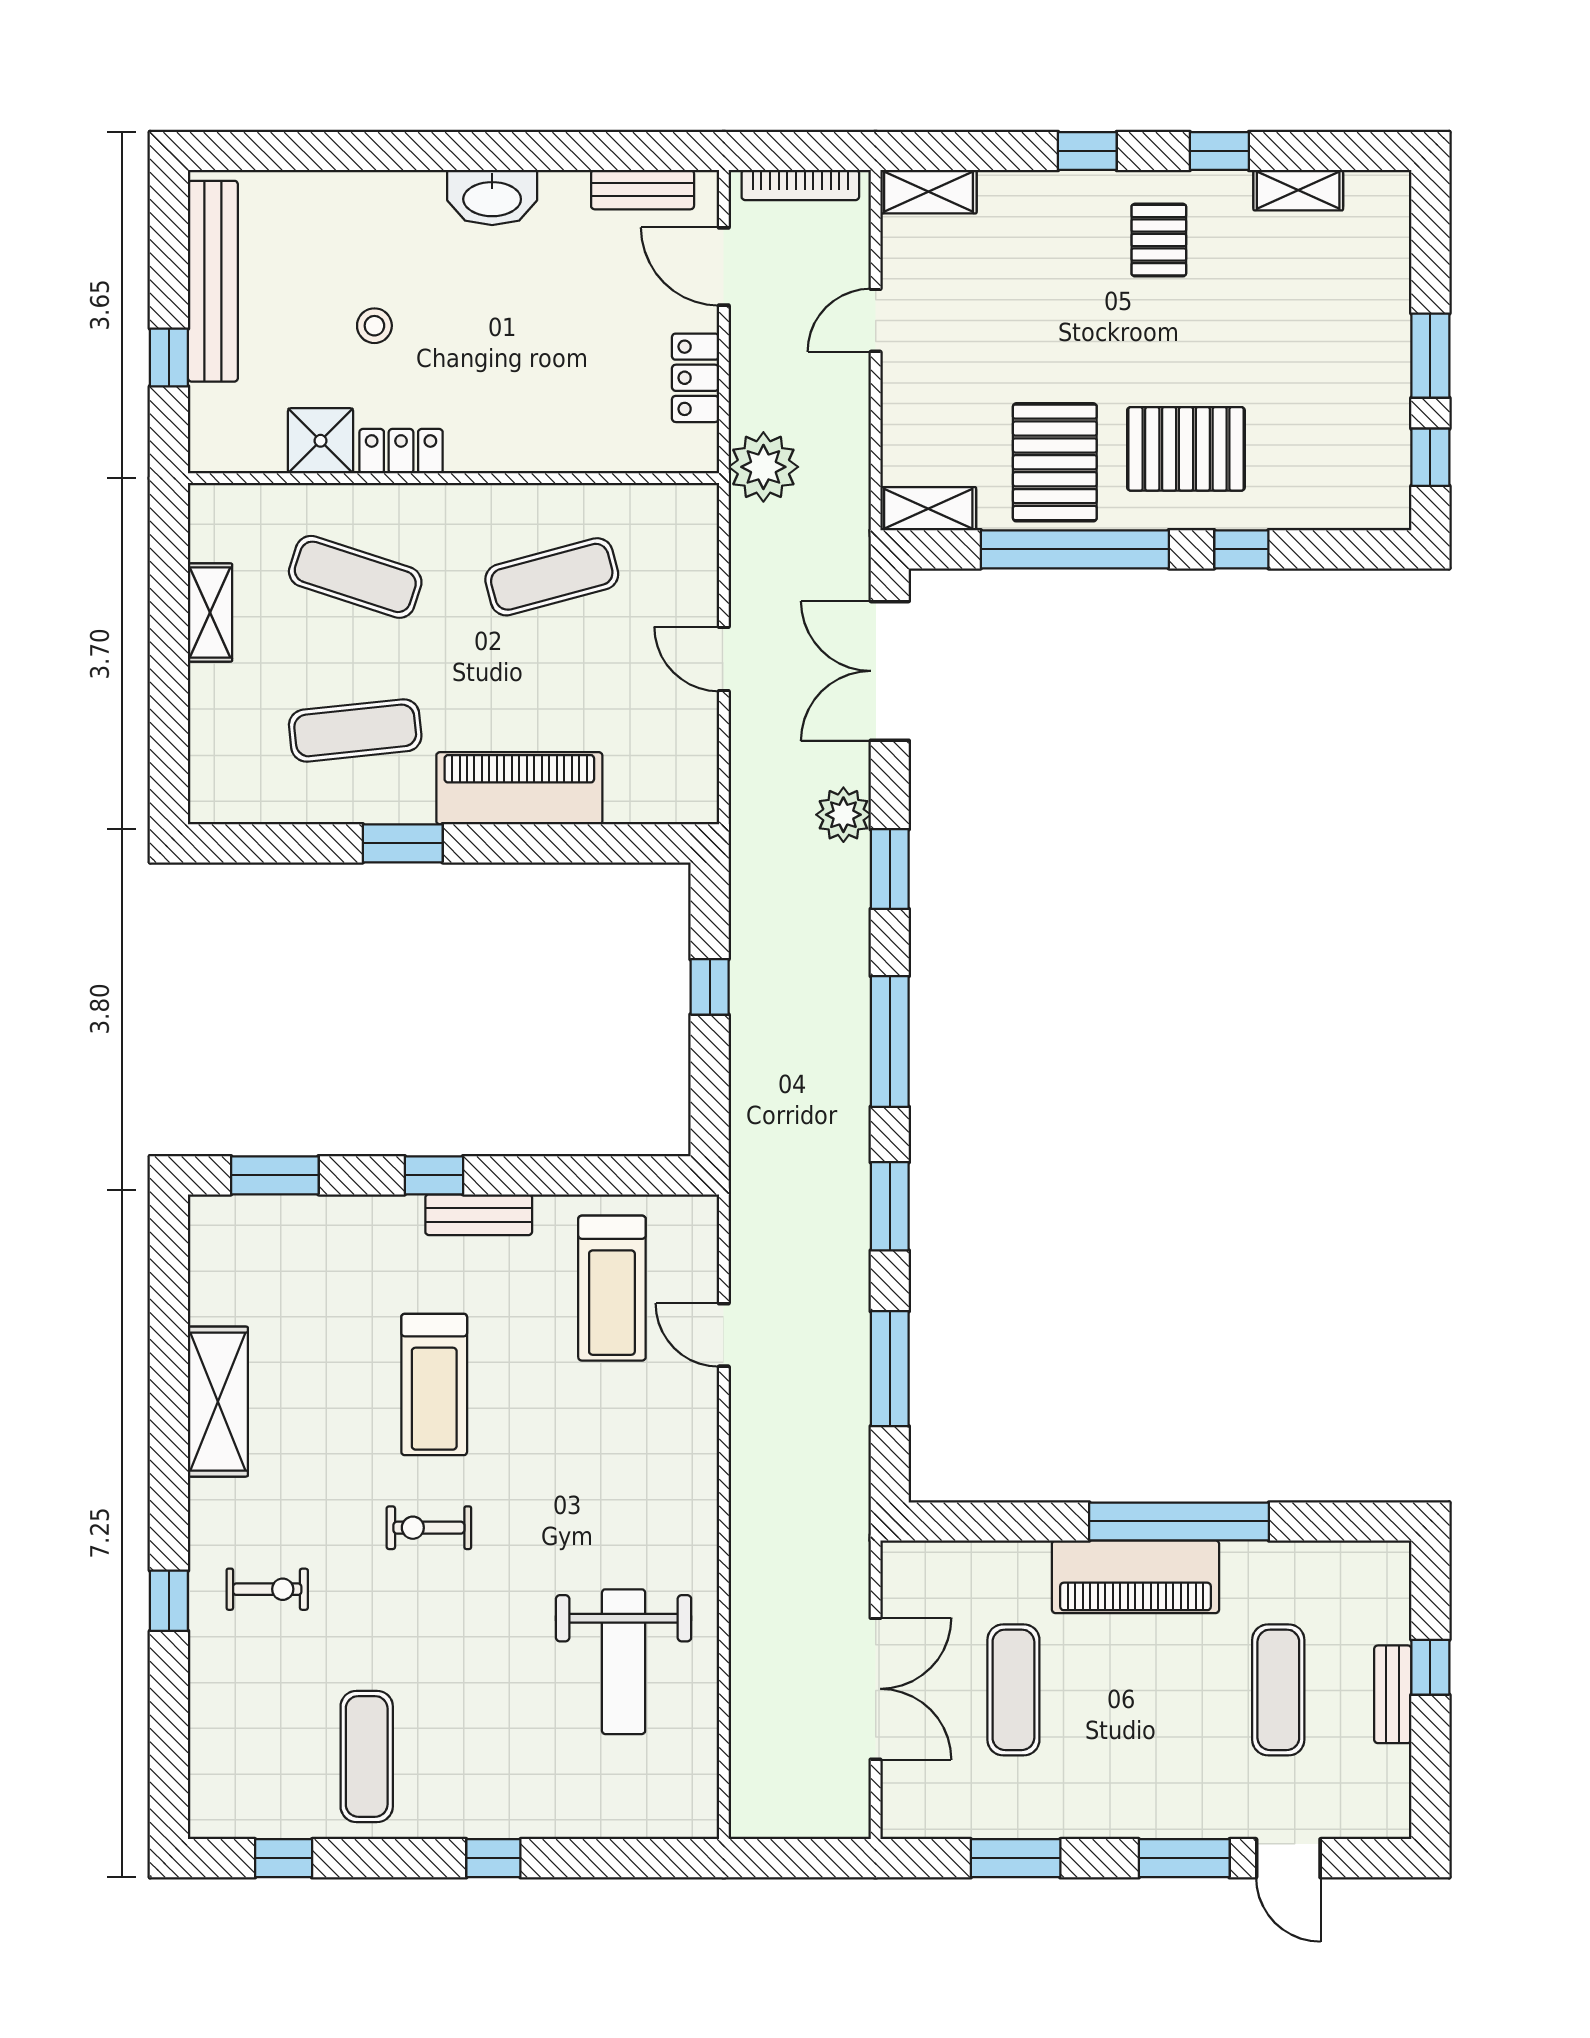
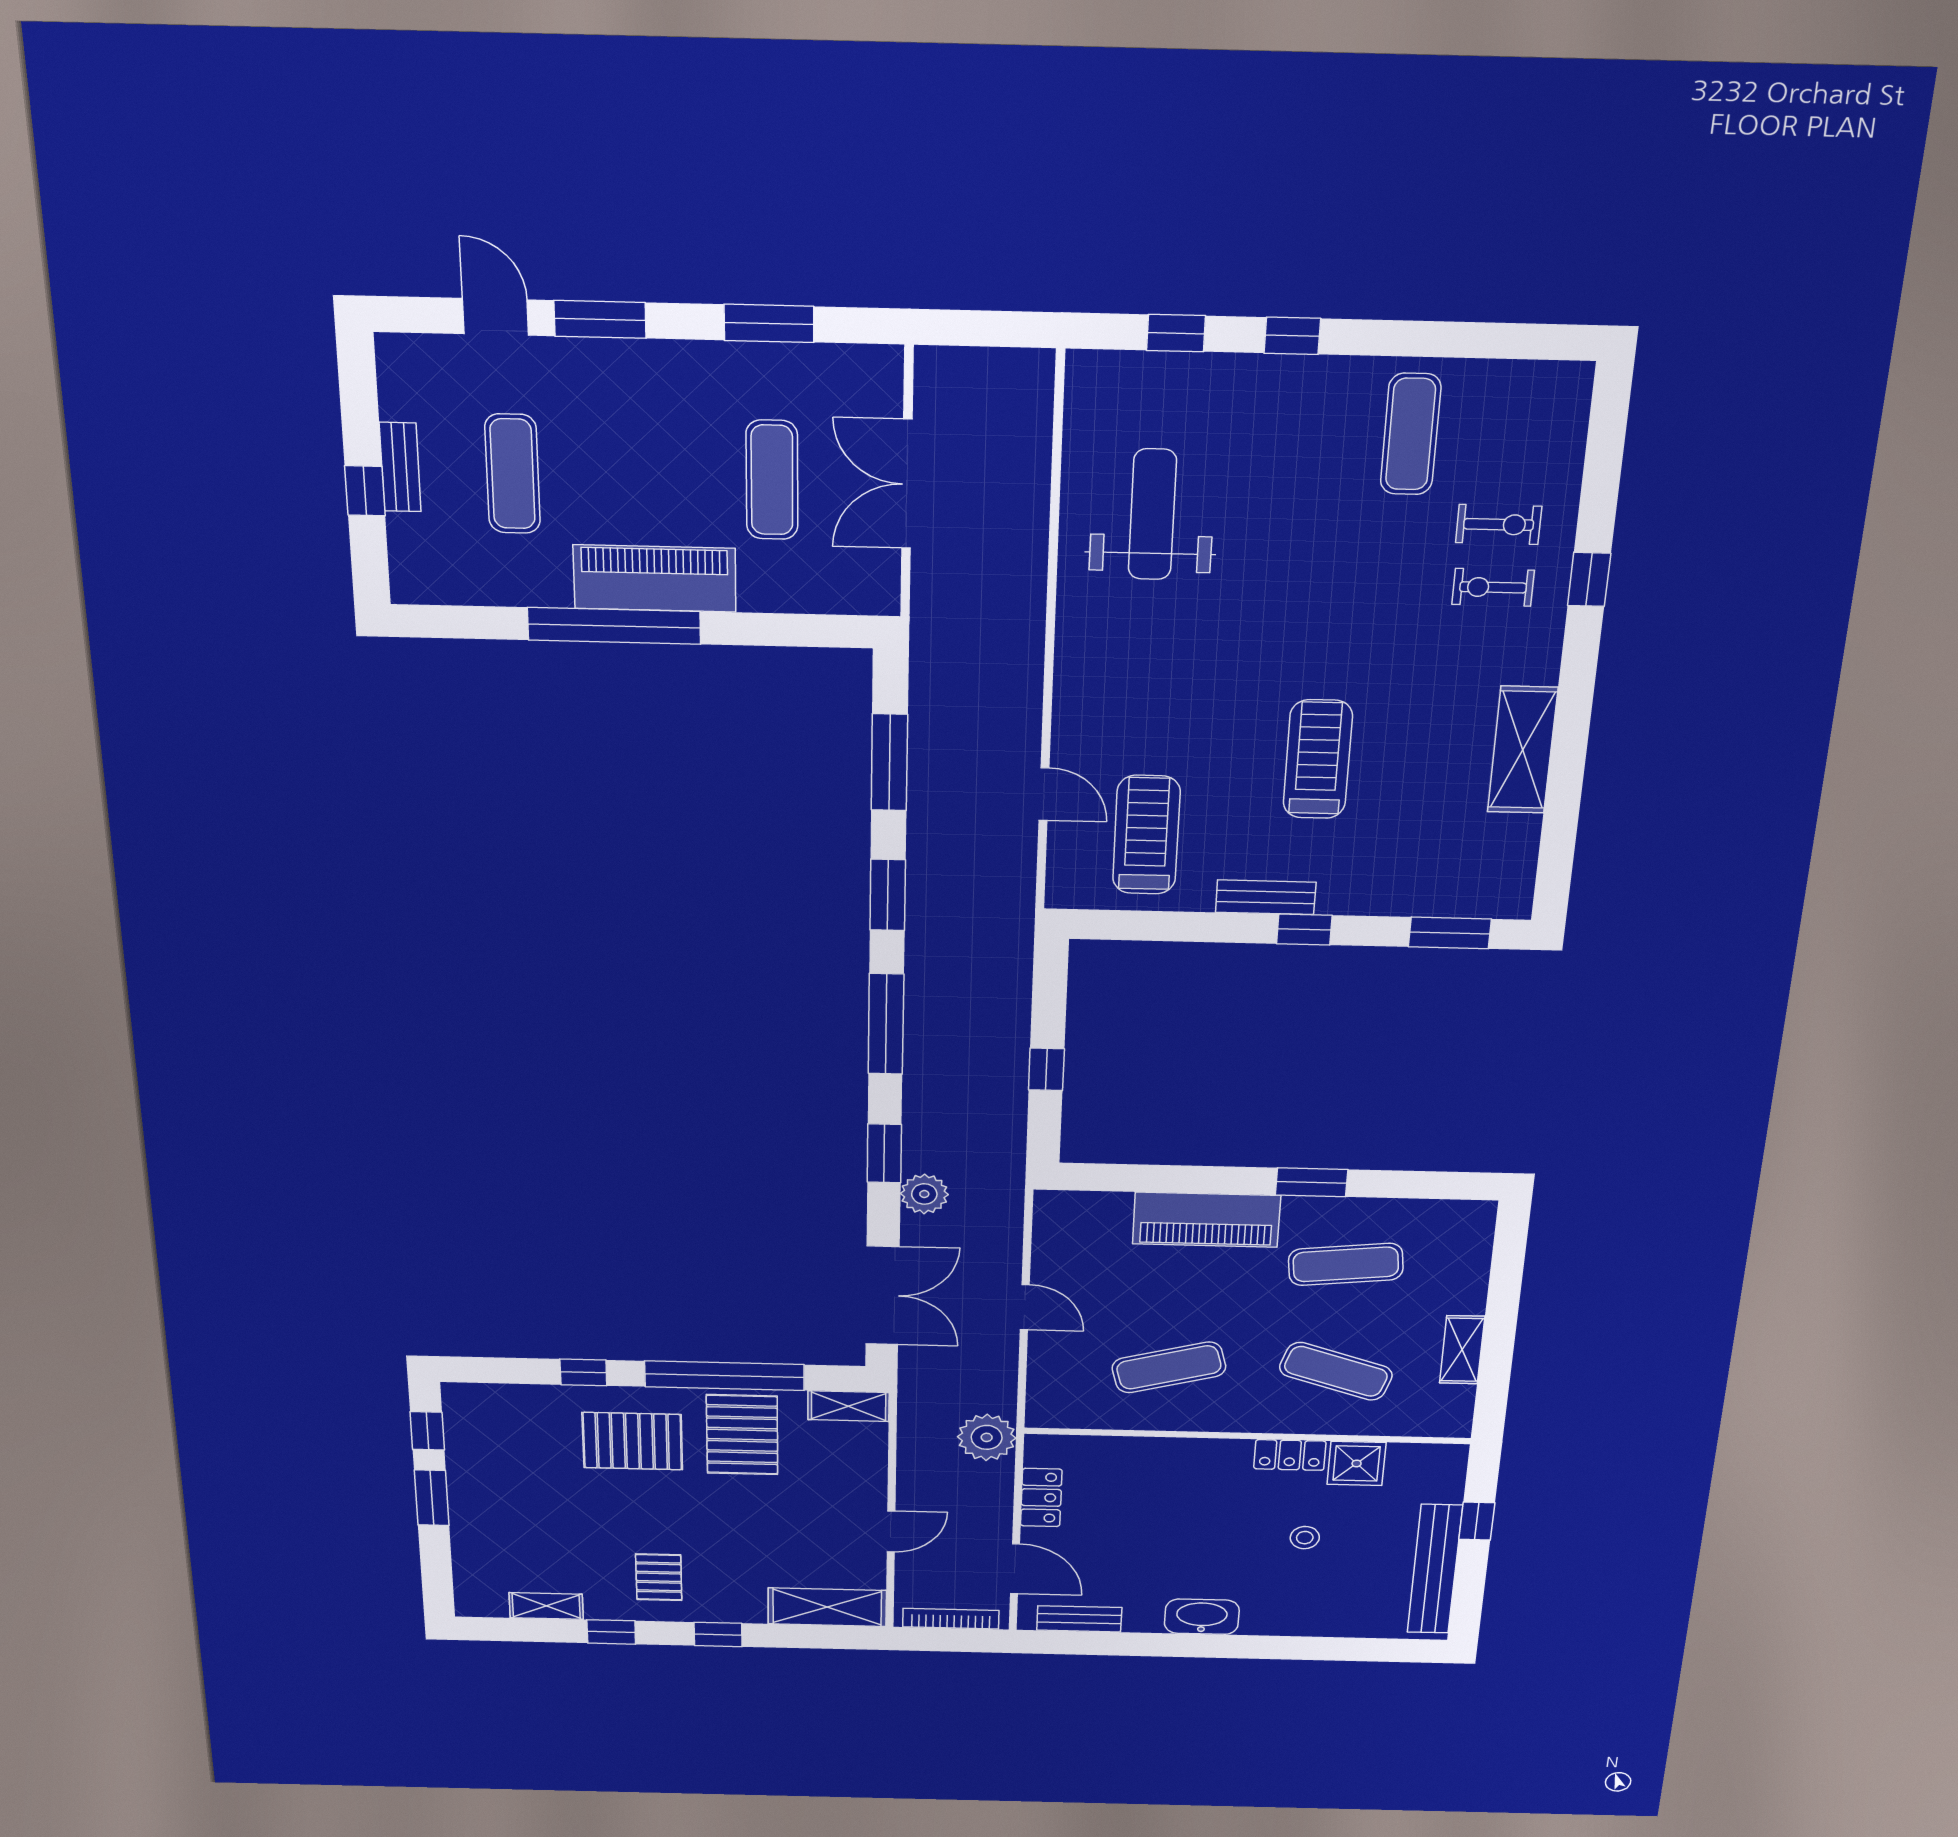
shelving: (928, 192) -> (827, 1607), width x1.50, depth x1.33
exercise bike: (429, 1528) -> (1499, 524), moved
window: (284, 1858) -> (1176, 333), moved

